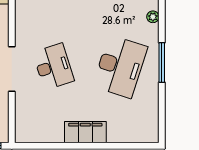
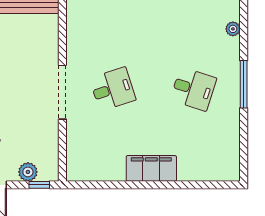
desk: (53, 67) -> (113, 89), width x0.73
desk: (120, 67) -> (193, 89), width x0.53, depth x0.77

